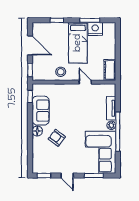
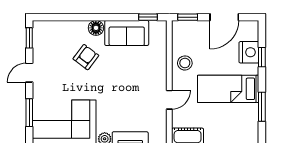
nightstand: (95, 29) -> (249, 52), moved

